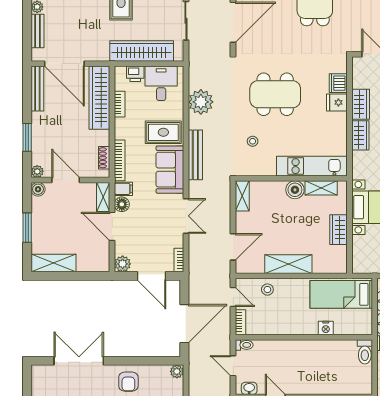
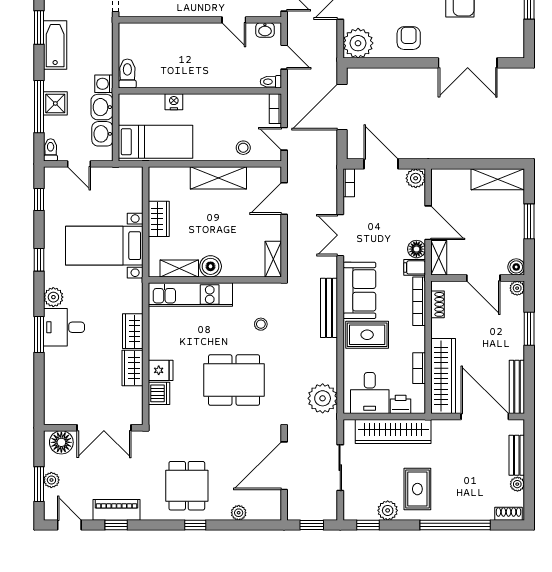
plant: (201, 102) -> (323, 398), moved
plant: (177, 371) -> (358, 43), width x1.88, depth x1.88

